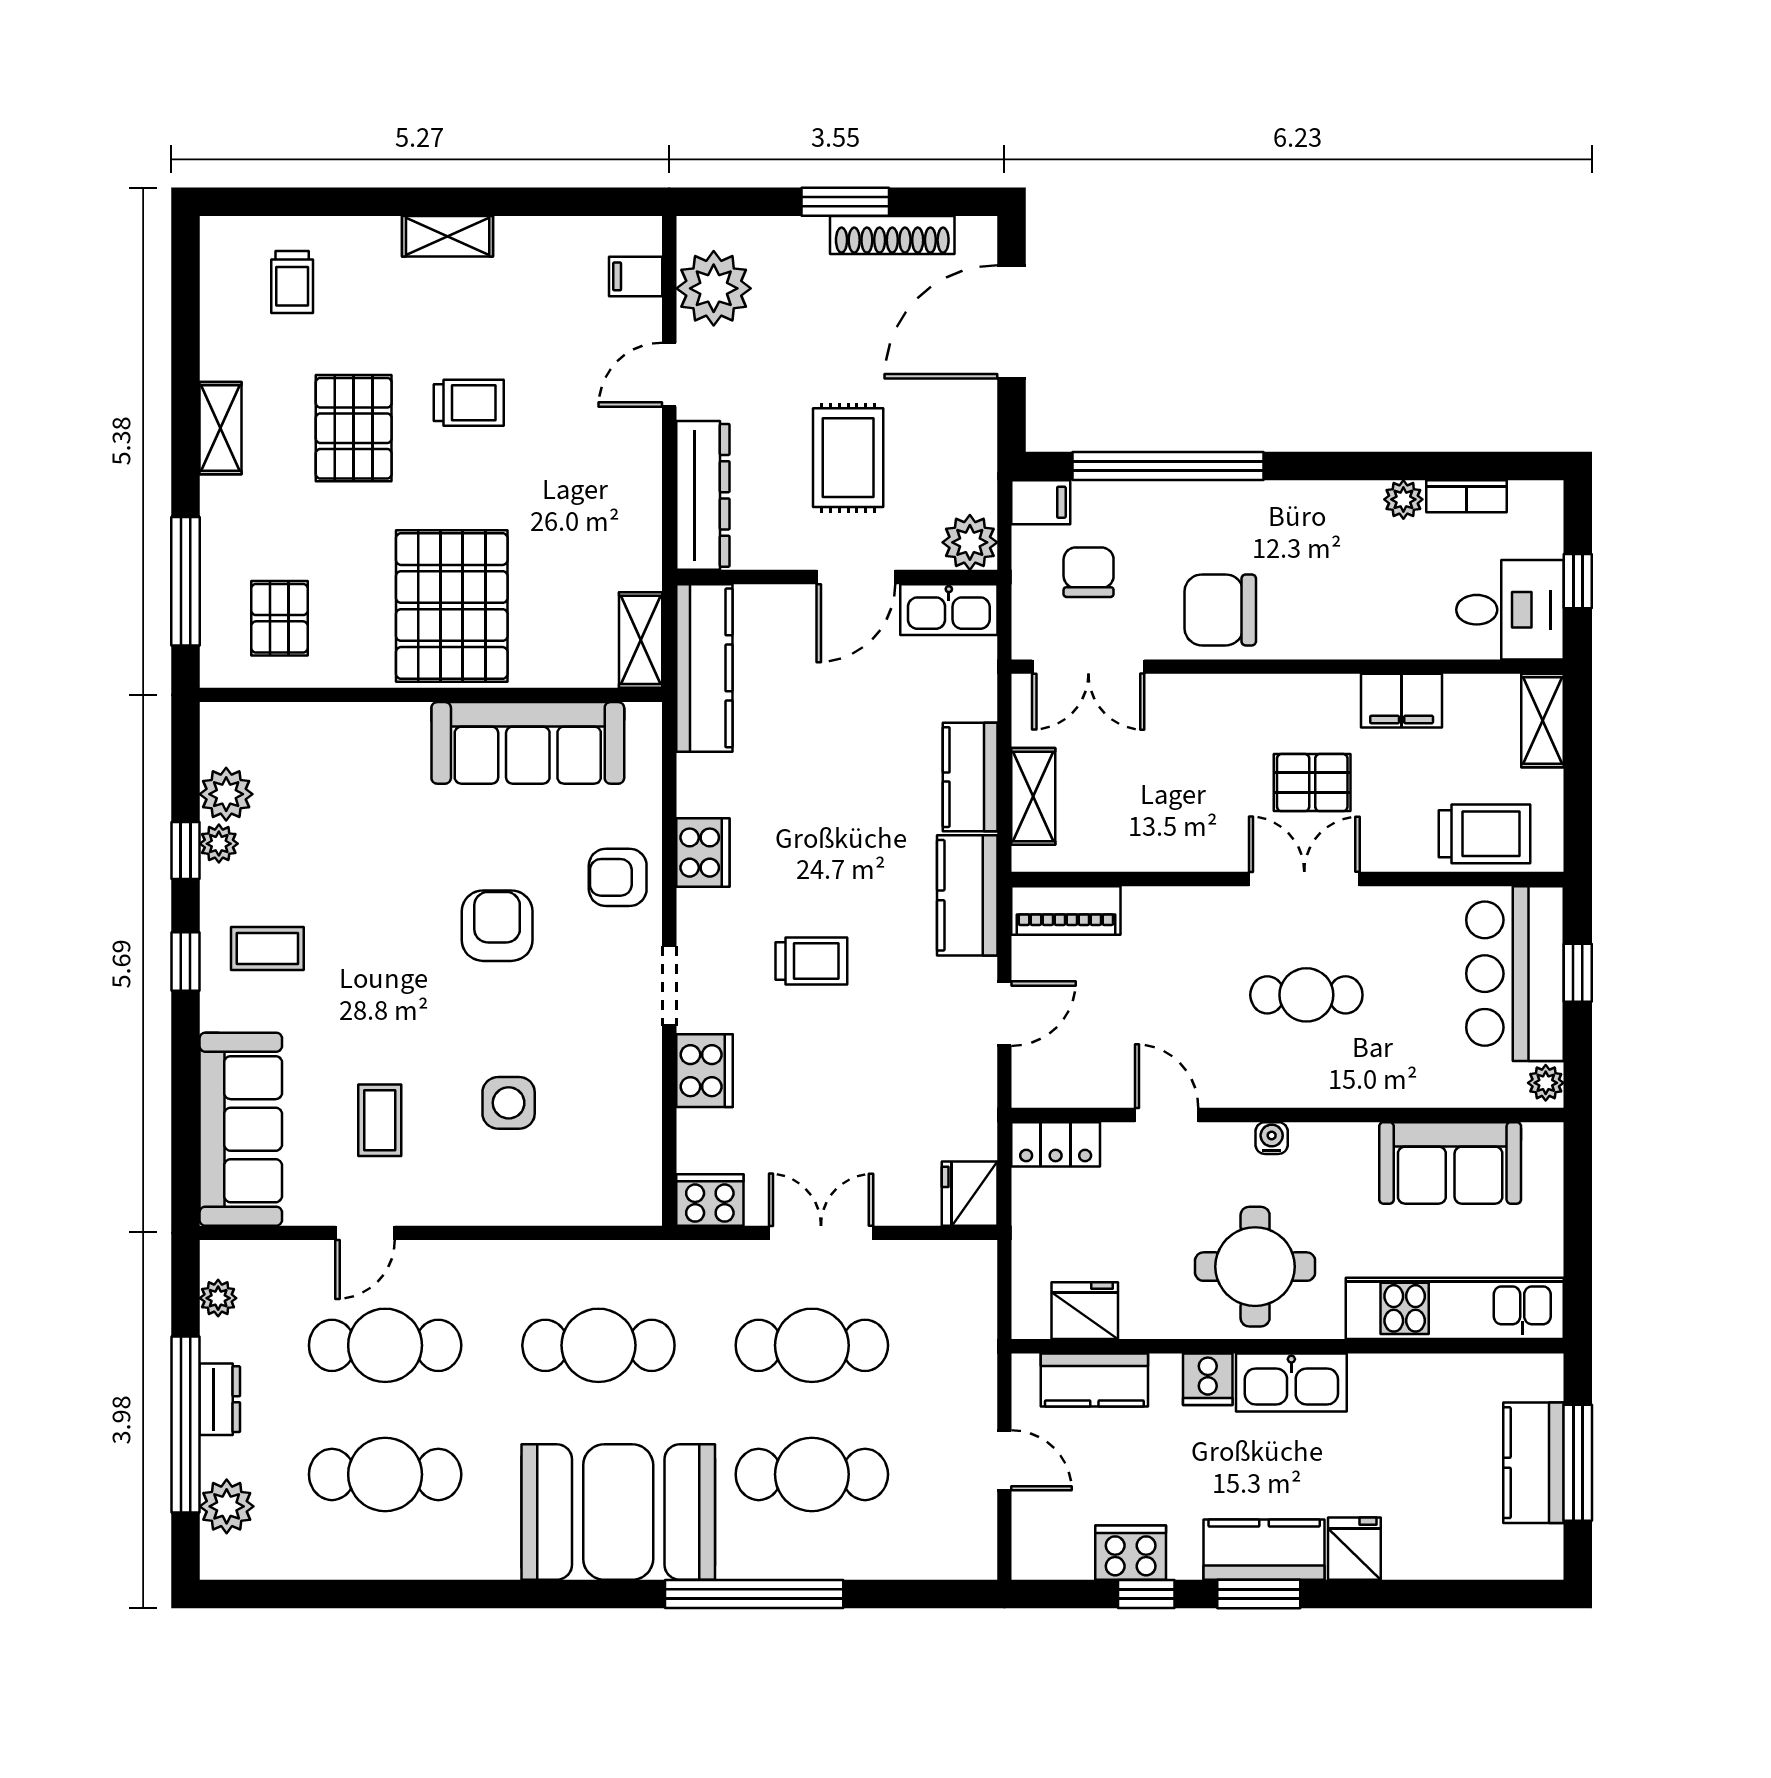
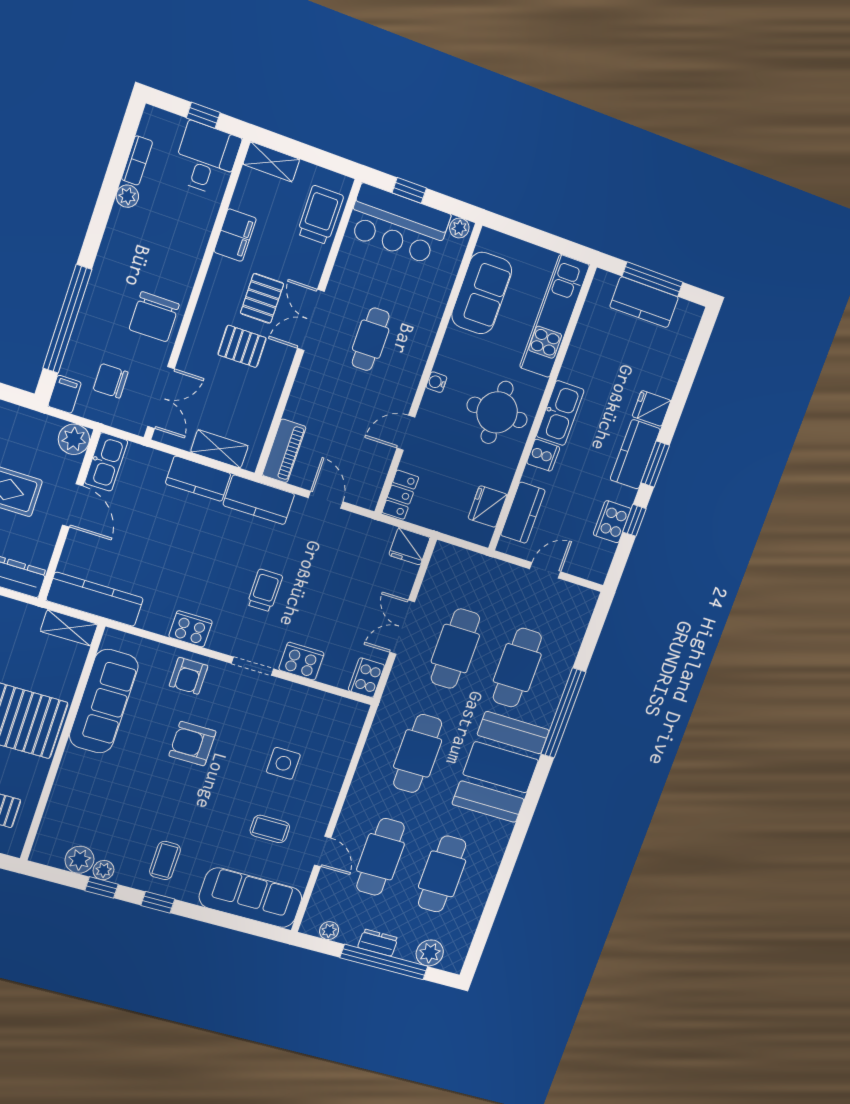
pallet: (1220, 776) -> (242, 346), added

